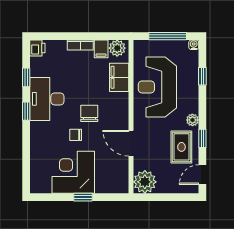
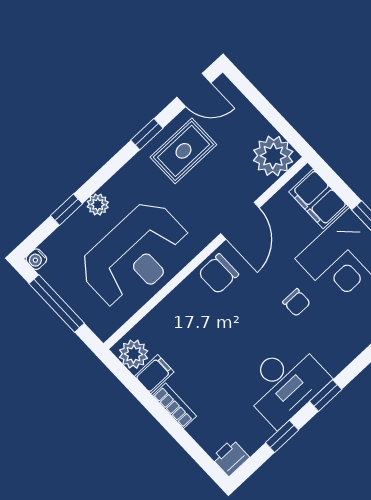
filing cabinet: (119, 77) -> (318, 199), moved, turned 90
chair: (89, 113) -> (218, 274), moved
plant: (192, 120) -> (98, 205), moved

